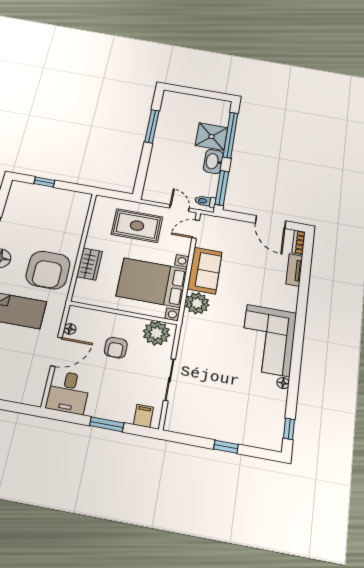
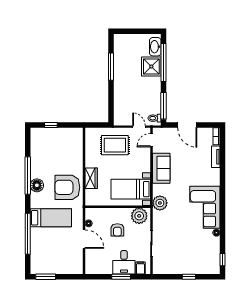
washbasin: (213, 161) -> (155, 47), moved
door: (271, 222) -> (187, 125), moved
armchair: (48, 270) -> (67, 187), turned 90
bed with nightstands: (152, 283) -> (131, 189), width x0.73
plant: (197, 303) -> (160, 203), moved
door: (56, 352) -> (84, 239), hinge flipped
desk: (68, 392) -> (124, 262), moved

